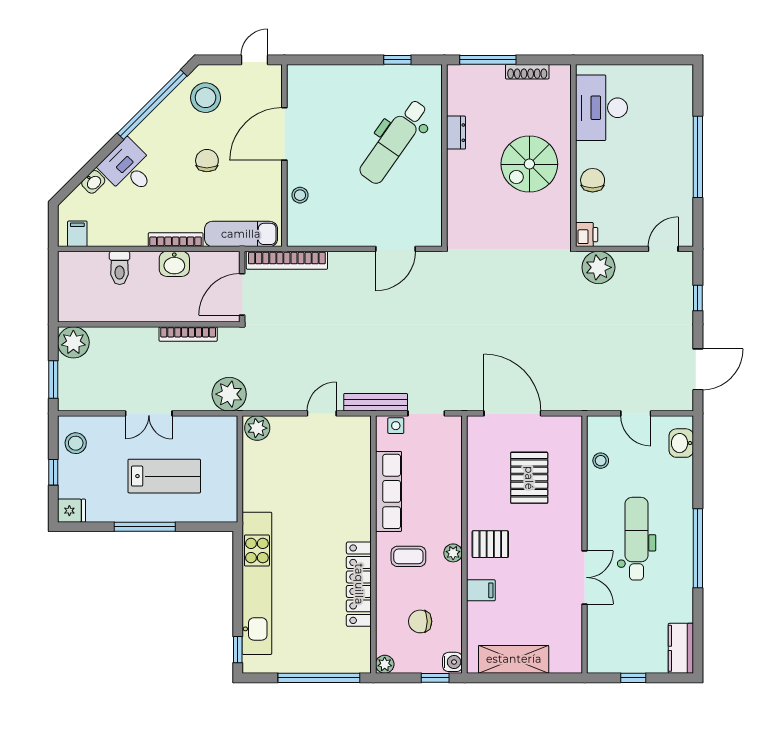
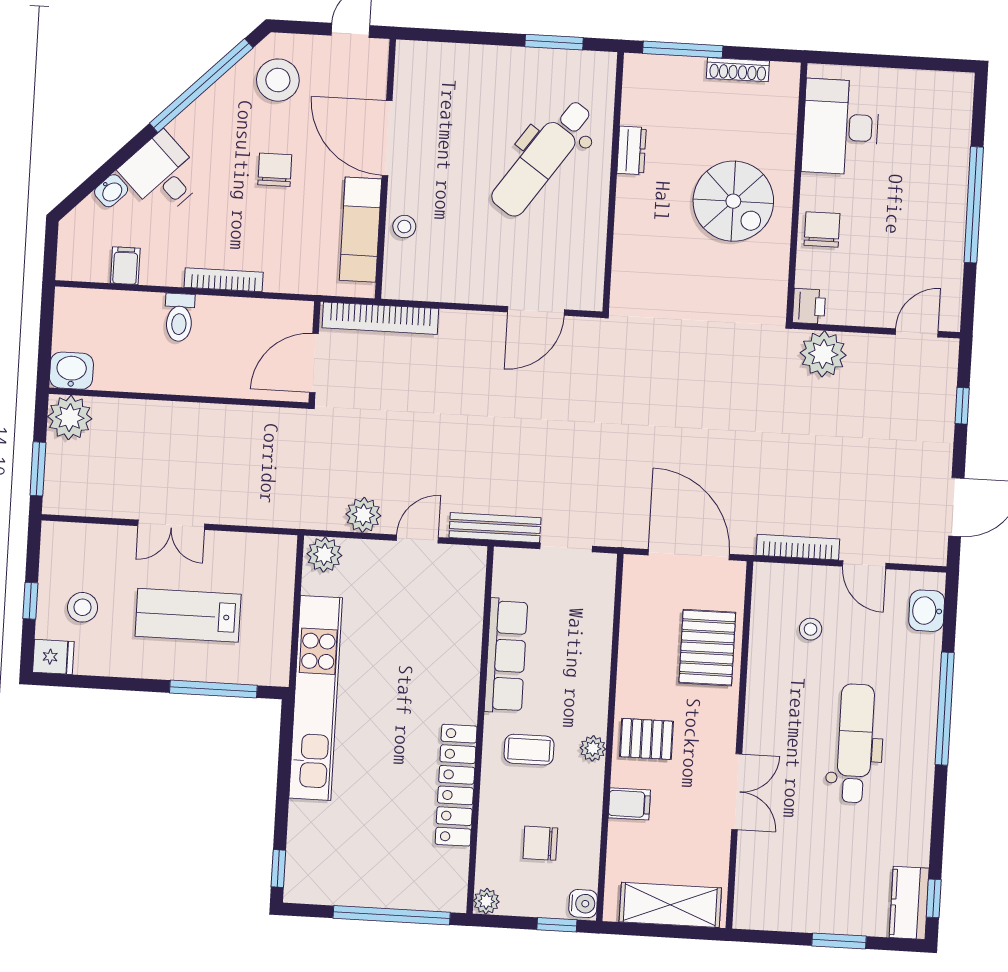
window: (397, 60) -> (554, 42), width x1.50
door: (284, 134) -> (387, 138), hinge flipped
spiral stairs: (529, 164) -> (733, 201), turned -90
filing cabinet: (77, 234) -> (125, 266), moved
exam couch: (241, 234) -> (361, 230), moved, turned -90
washbasin: (174, 264) -> (71, 371), moved, turned 180
toilet: (120, 268) -> (179, 317), moved
bookcase: (188, 334) -> (798, 547), moved, turned 180
plant: (229, 394) -> (363, 515), moved, width x0.73, depth x0.73
side table: (396, 426) -> (522, 563), removed
stool: (76, 443) -> (83, 607), moved
lab bench: (164, 476) -> (188, 615), turned 180
window: (145, 527) -> (213, 689), moved
wall: (584, 545) -> (739, 745), moved
window: (698, 548) -> (945, 709), moved
double door: (584, 577) -> (737, 792), moved
kitchen unit: (257, 583) -> (316, 698), moved
window: (698, 644) -> (934, 898), added
window: (633, 678) -> (839, 941), width x1.50

